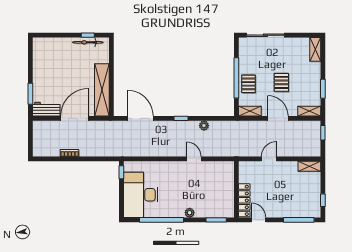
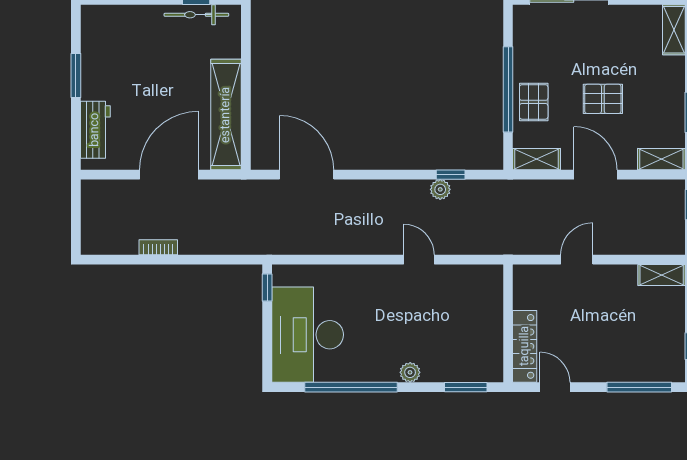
pallet: (281, 82) -> (603, 99), turned 90
window: (30, 94) -> (76, 75), moved
workbench: (46, 109) -> (95, 130), moved, turned 90
window: (181, 118) -> (451, 175), moved

